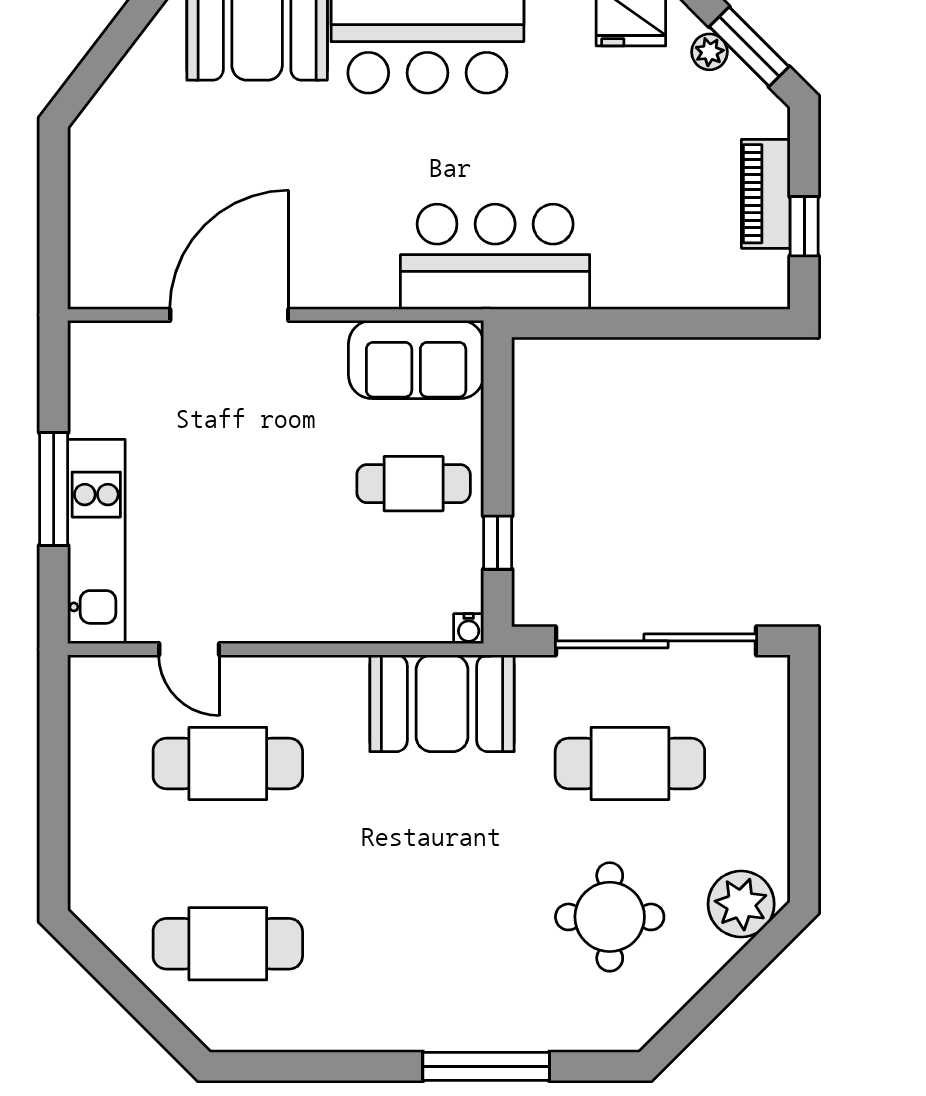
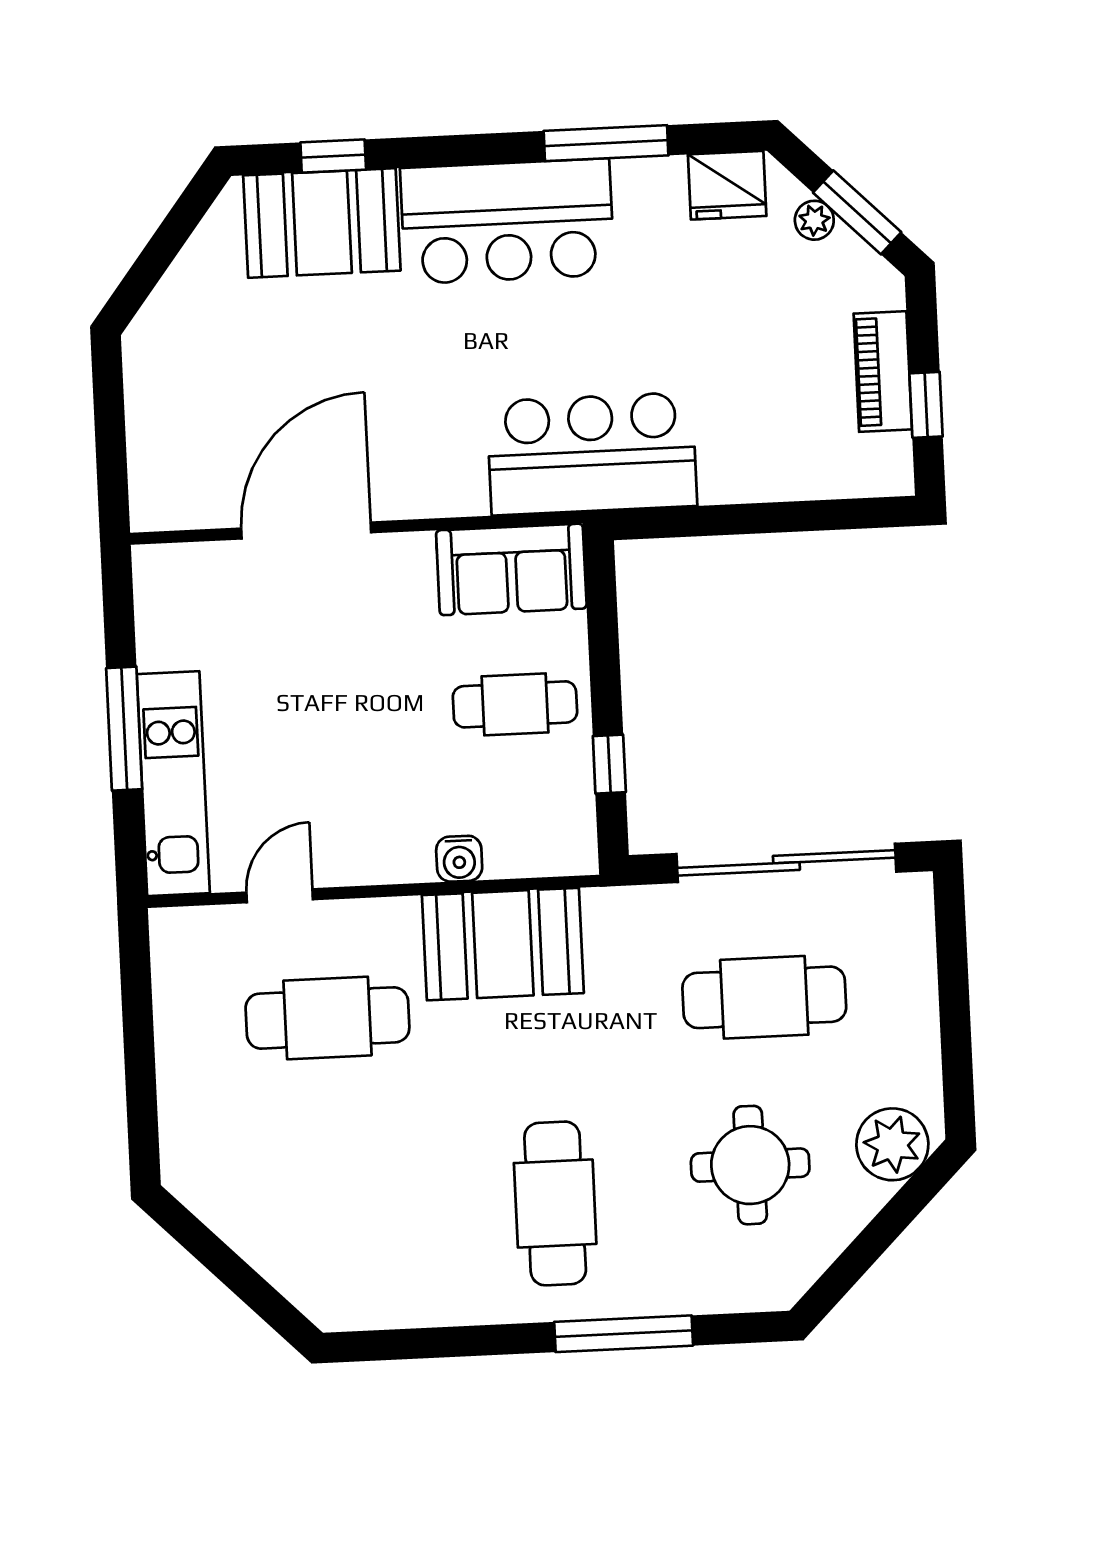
water cooler: (469, 629) -> (459, 859), moved, width x1.38, depth x1.38
door: (189, 649) -> (280, 896), swing flipped
booth: (442, 703) -> (503, 944), moved
cafe table: (228, 944) -> (555, 1203), moved, turned 90

